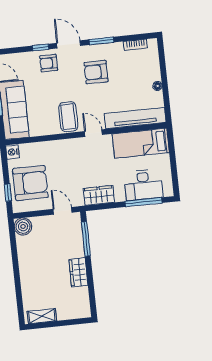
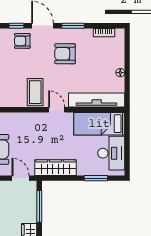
desk: (143, 185) -> (111, 153), moved, turned -90
wardrobe: (99, 195) -> (55, 168), width x1.50
window: (143, 202) -> (96, 178), width x0.69

